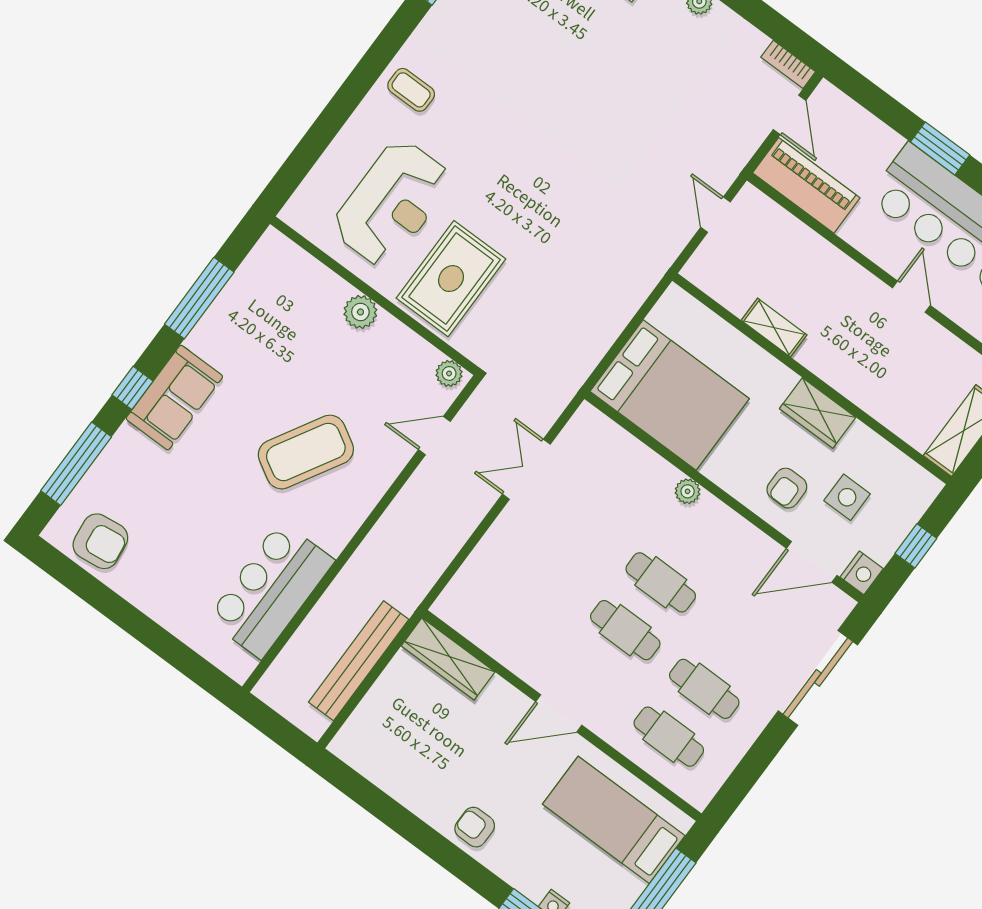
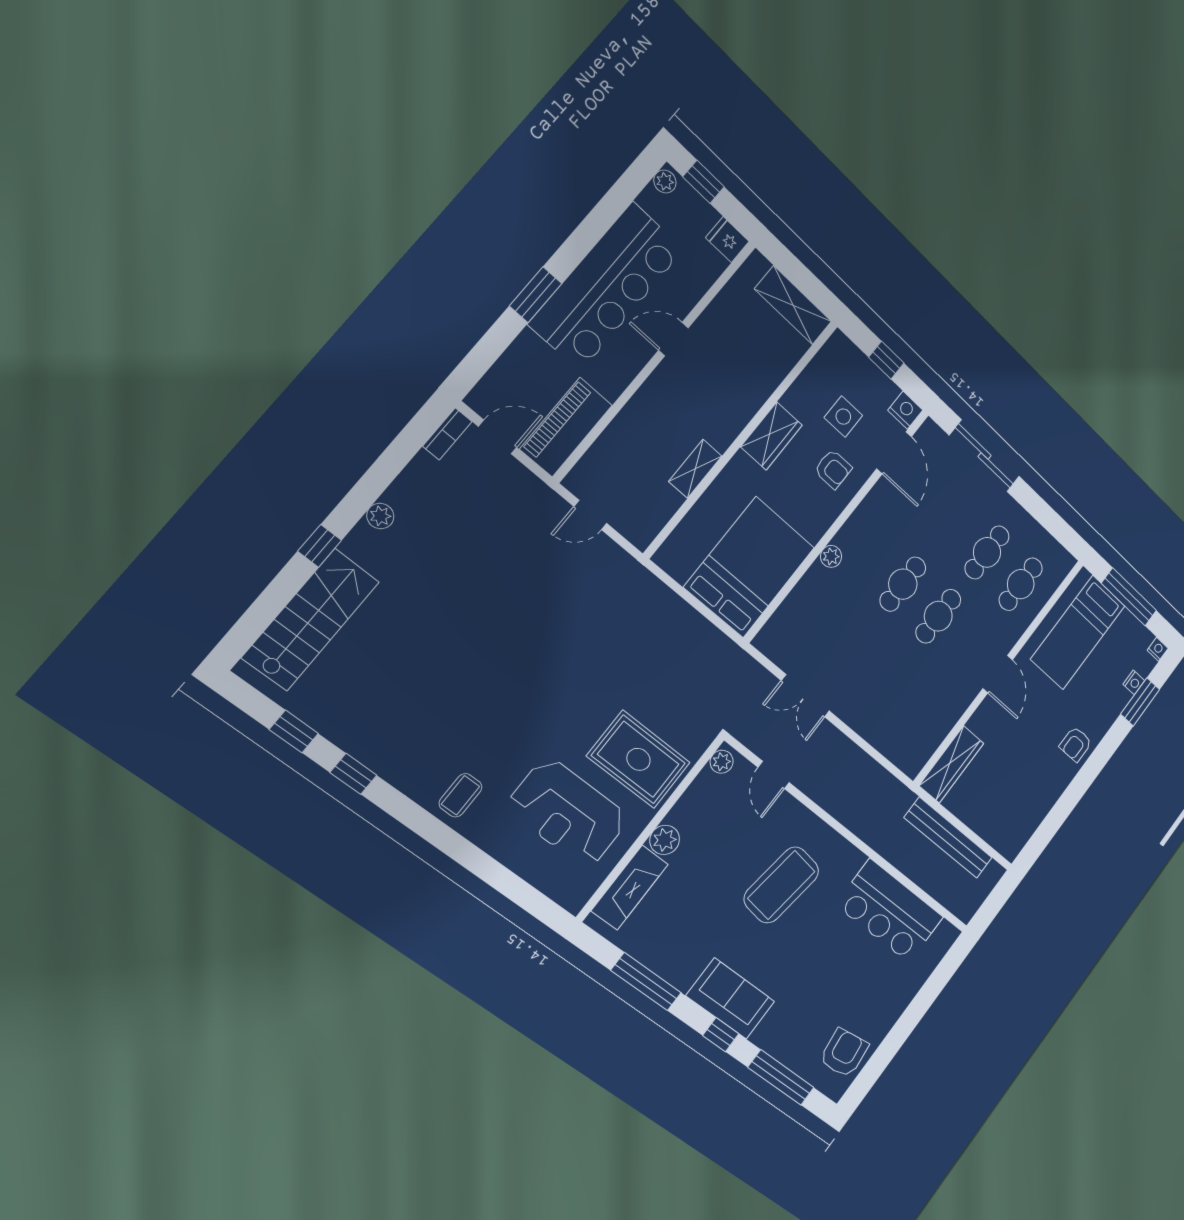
reception desk: (392, 203) -> (568, 813), turned 180
fireplace: (307, 275) -> (630, 888), added
coffee table: (306, 452) -> (781, 885), turned 68

